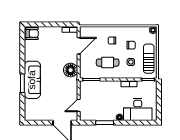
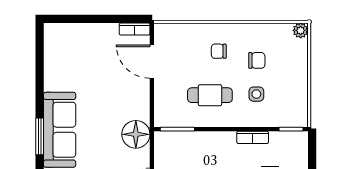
armchair: (32, 33) -> (59, 37), removed
door: (79, 46) -> (152, 62), swing flipped
sun lounger: (149, 59) -> (292, 87), removed
floor lamp: (71, 70) -> (136, 134), moved

